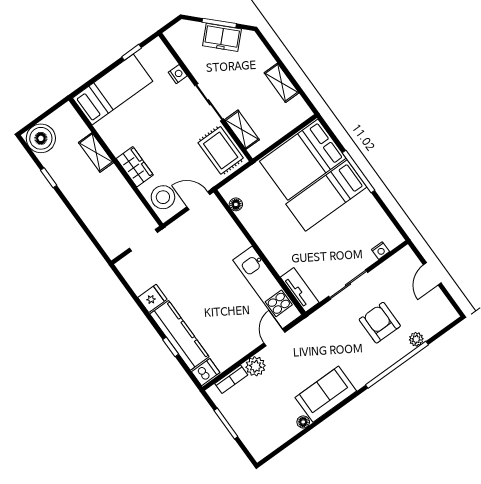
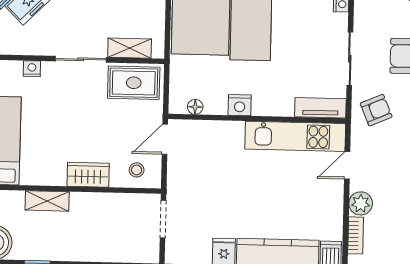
stool: (163, 197) -> (137, 170), width x0.53, depth x0.53
nightstand: (260, 234) -> (240, 105), added
armchair: (327, 329) -> (376, 110), added
door: (274, 338) -> (347, 165), hinge flipped

